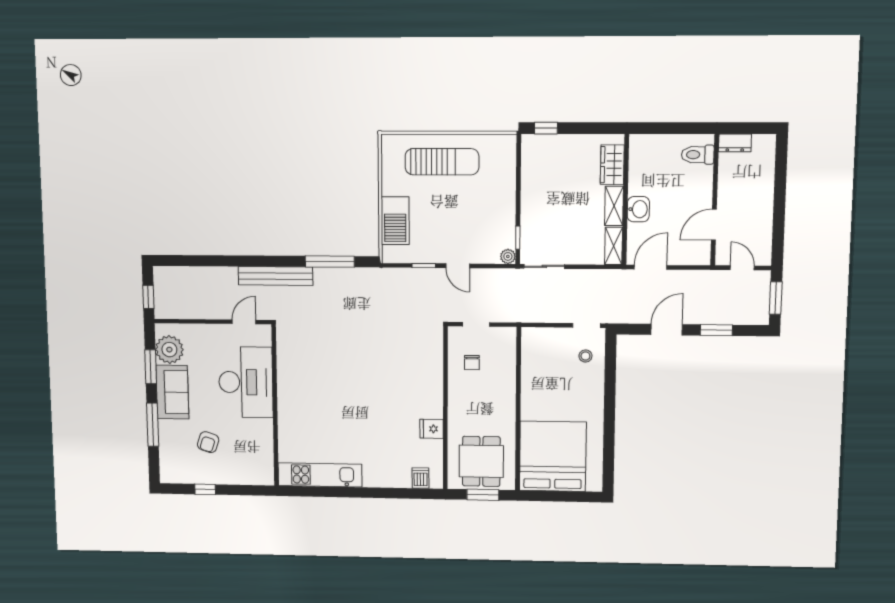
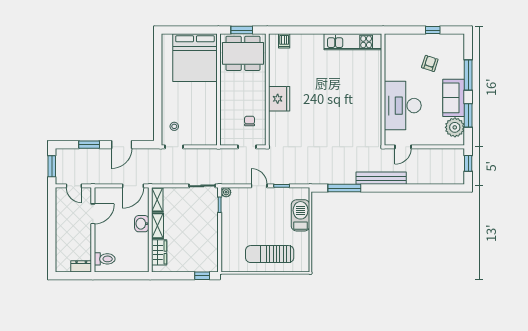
fridge: (432, 429) -> (279, 99), moved, width x1.88, depth x1.34
dining table: (481, 461) -> (243, 53), width x1.38

